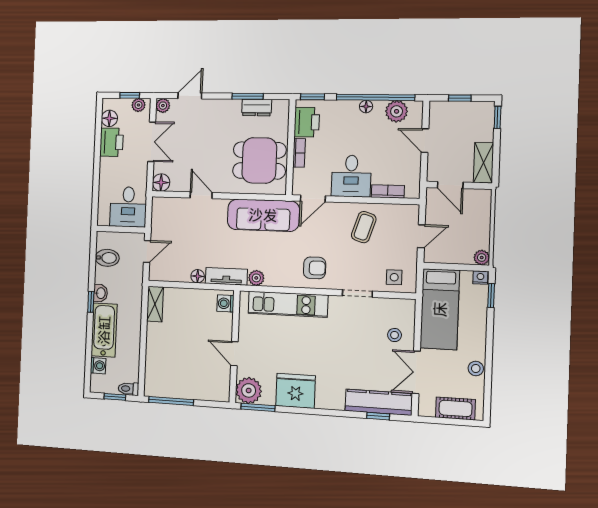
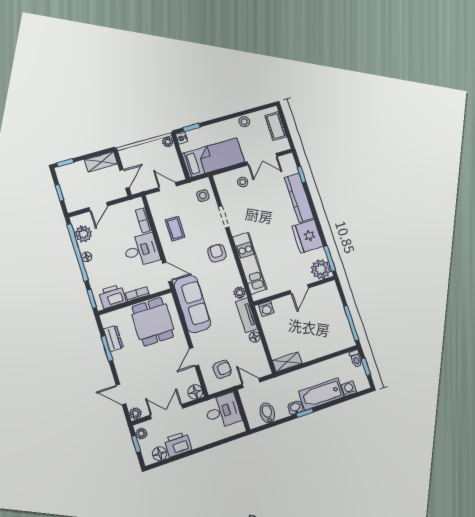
armchair: (175, 223) -> (222, 369), added
coffee table: (364, 227) -> (175, 229), turned 72
kitchen counter: (379, 402) -> (299, 198), moved

